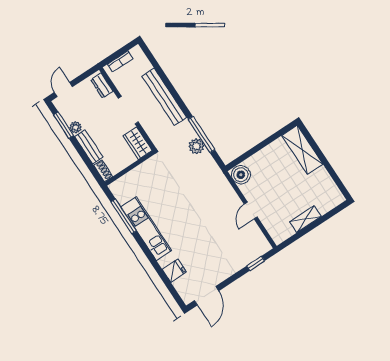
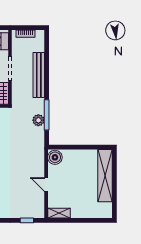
shelving: (302, 150) -> (105, 176), width x1.47
door: (251, 210) -> (46, 184), hinge flipped
shelving: (305, 219) -> (59, 213), moved

